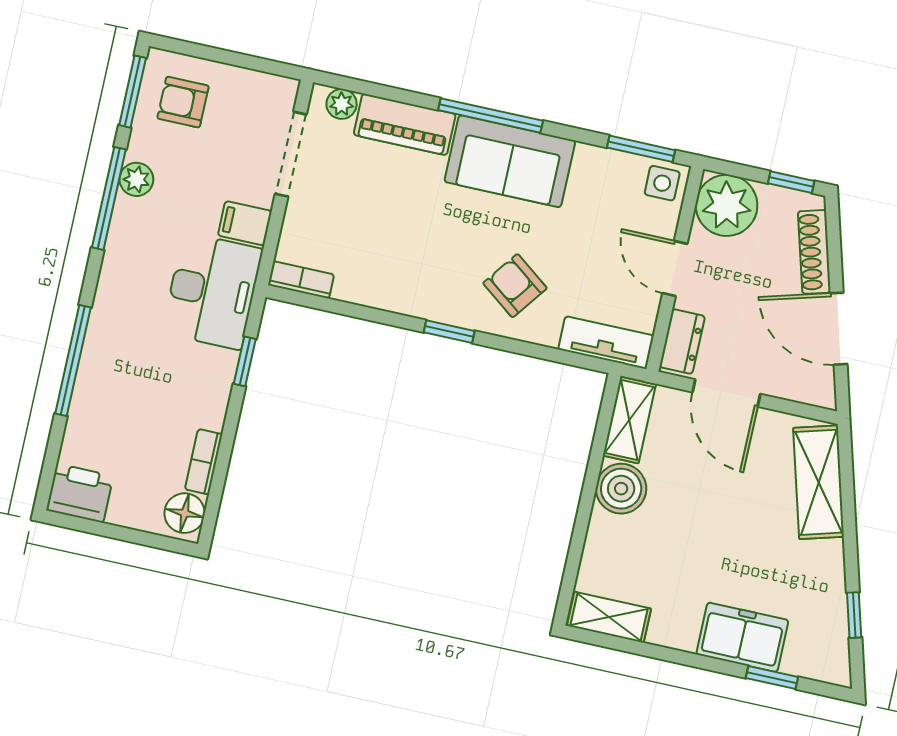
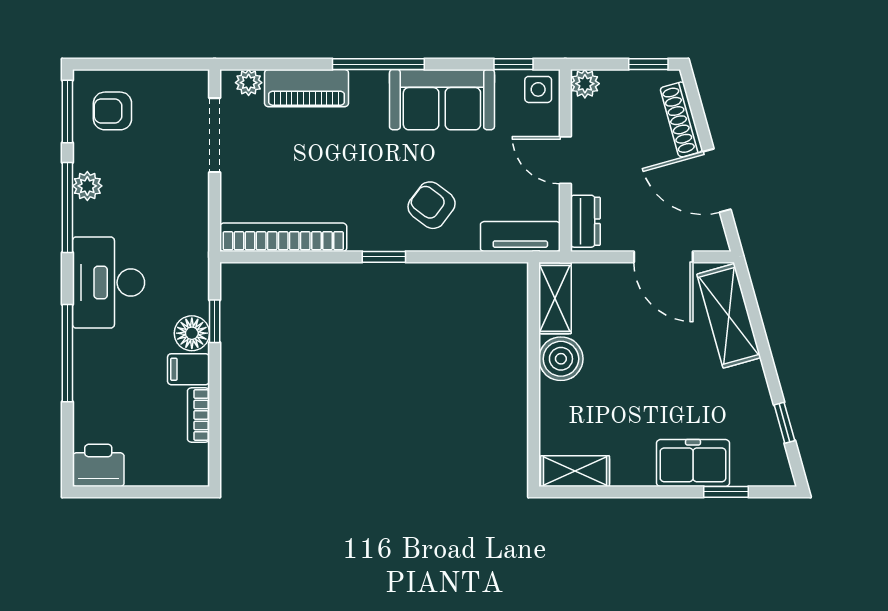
window: (641, 149) -> (513, 64), width x0.67
sofa: (510, 161) -> (442, 100), moved
plant: (727, 205) -> (585, 84), width x0.53, depth x0.53
filing cabinet: (245, 223) -> (188, 369), moved
bookcase: (301, 280) -> (283, 237), width x2.31, depth x1.31
desk: (212, 291) -> (109, 283), moved, turned 180
door: (726, 393) -> (663, 257), moved
floor lamp: (185, 513) -> (192, 333), moved

